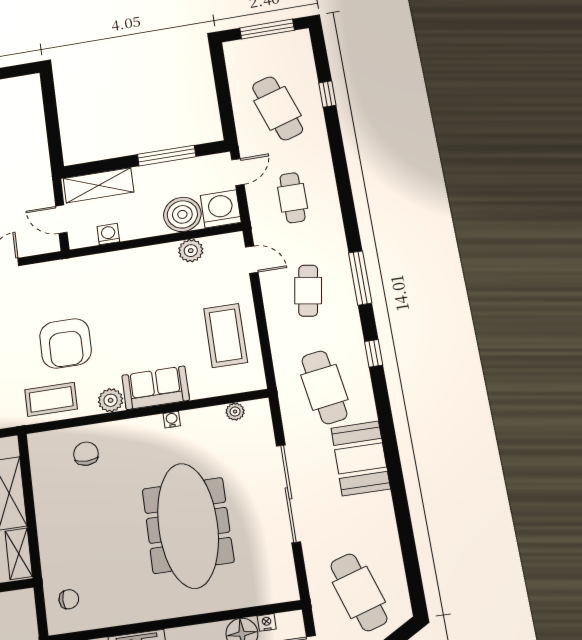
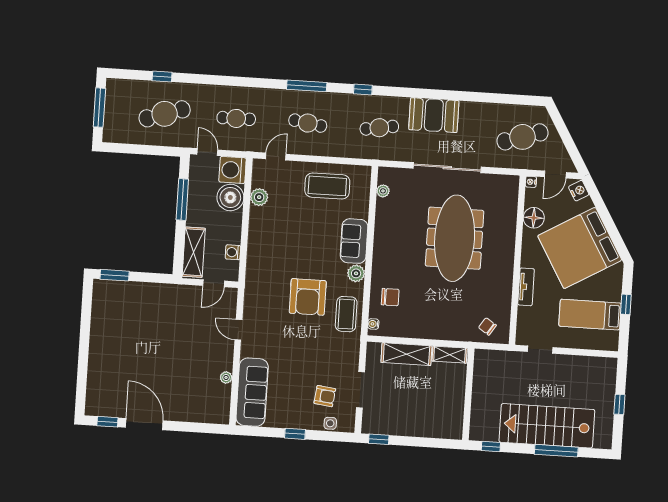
window: (49, 97) -> (115, 275), added
armchair: (65, 343) -> (308, 297), turned 90
cafe table: (324, 387) -> (379, 128), width x0.73, depth x0.74
water cooler: (172, 420) -> (373, 324), moved
chair: (86, 454) -> (390, 297), turned 180
meeting table: (188, 525) -> (455, 238), turned 90
chair: (69, 599) -> (487, 326), turned -57
nightstand: (267, 622) -> (531, 182), moved

